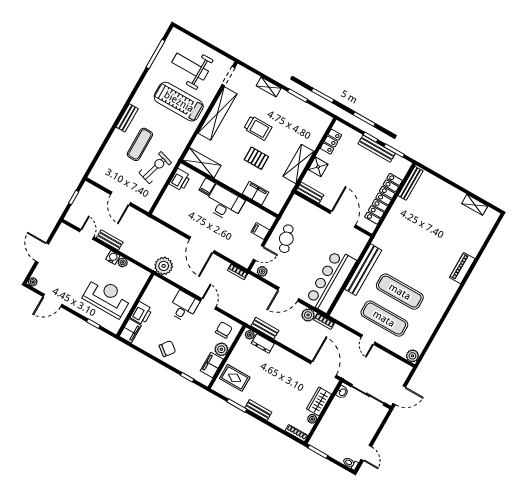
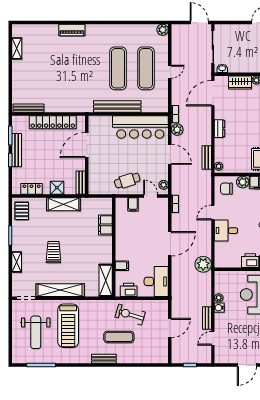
pallet: (256, 158) -> (22, 211), moved
desk: (224, 203) -> (156, 281), moved, turned 180
dresser: (263, 343) -> (220, 129), moved

